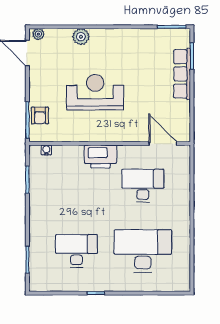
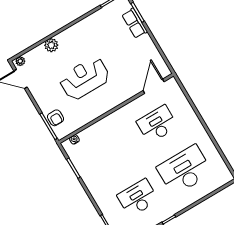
row of seats: (182, 74) -> (135, 23), width x0.68
door: (163, 143) -> (154, 86), hinge flipped
printer: (101, 157) -> (115, 121), removed

